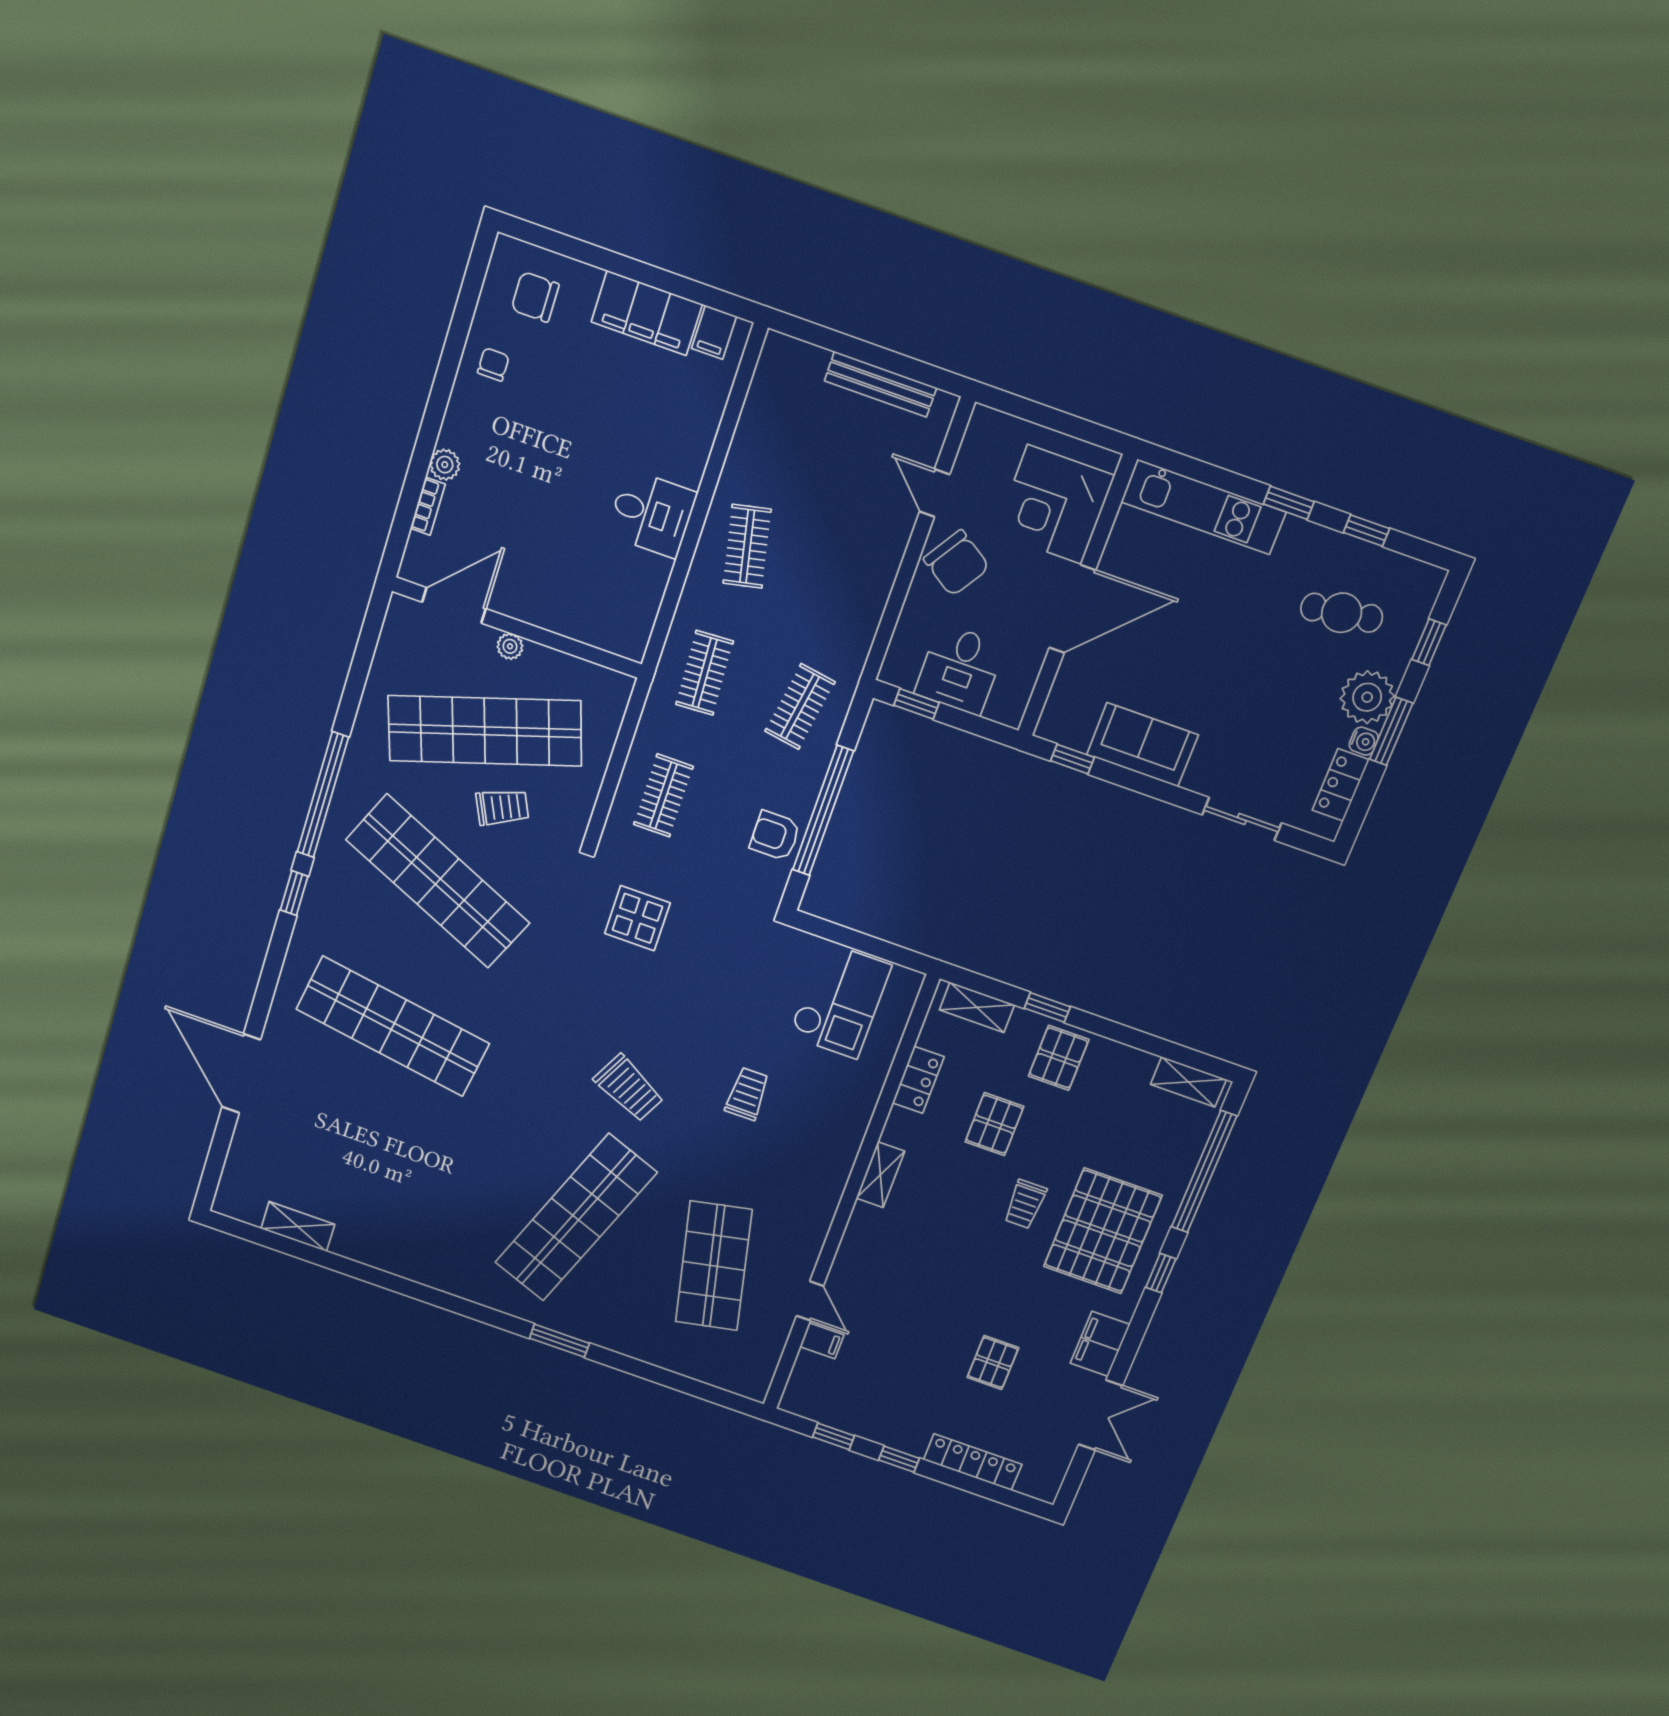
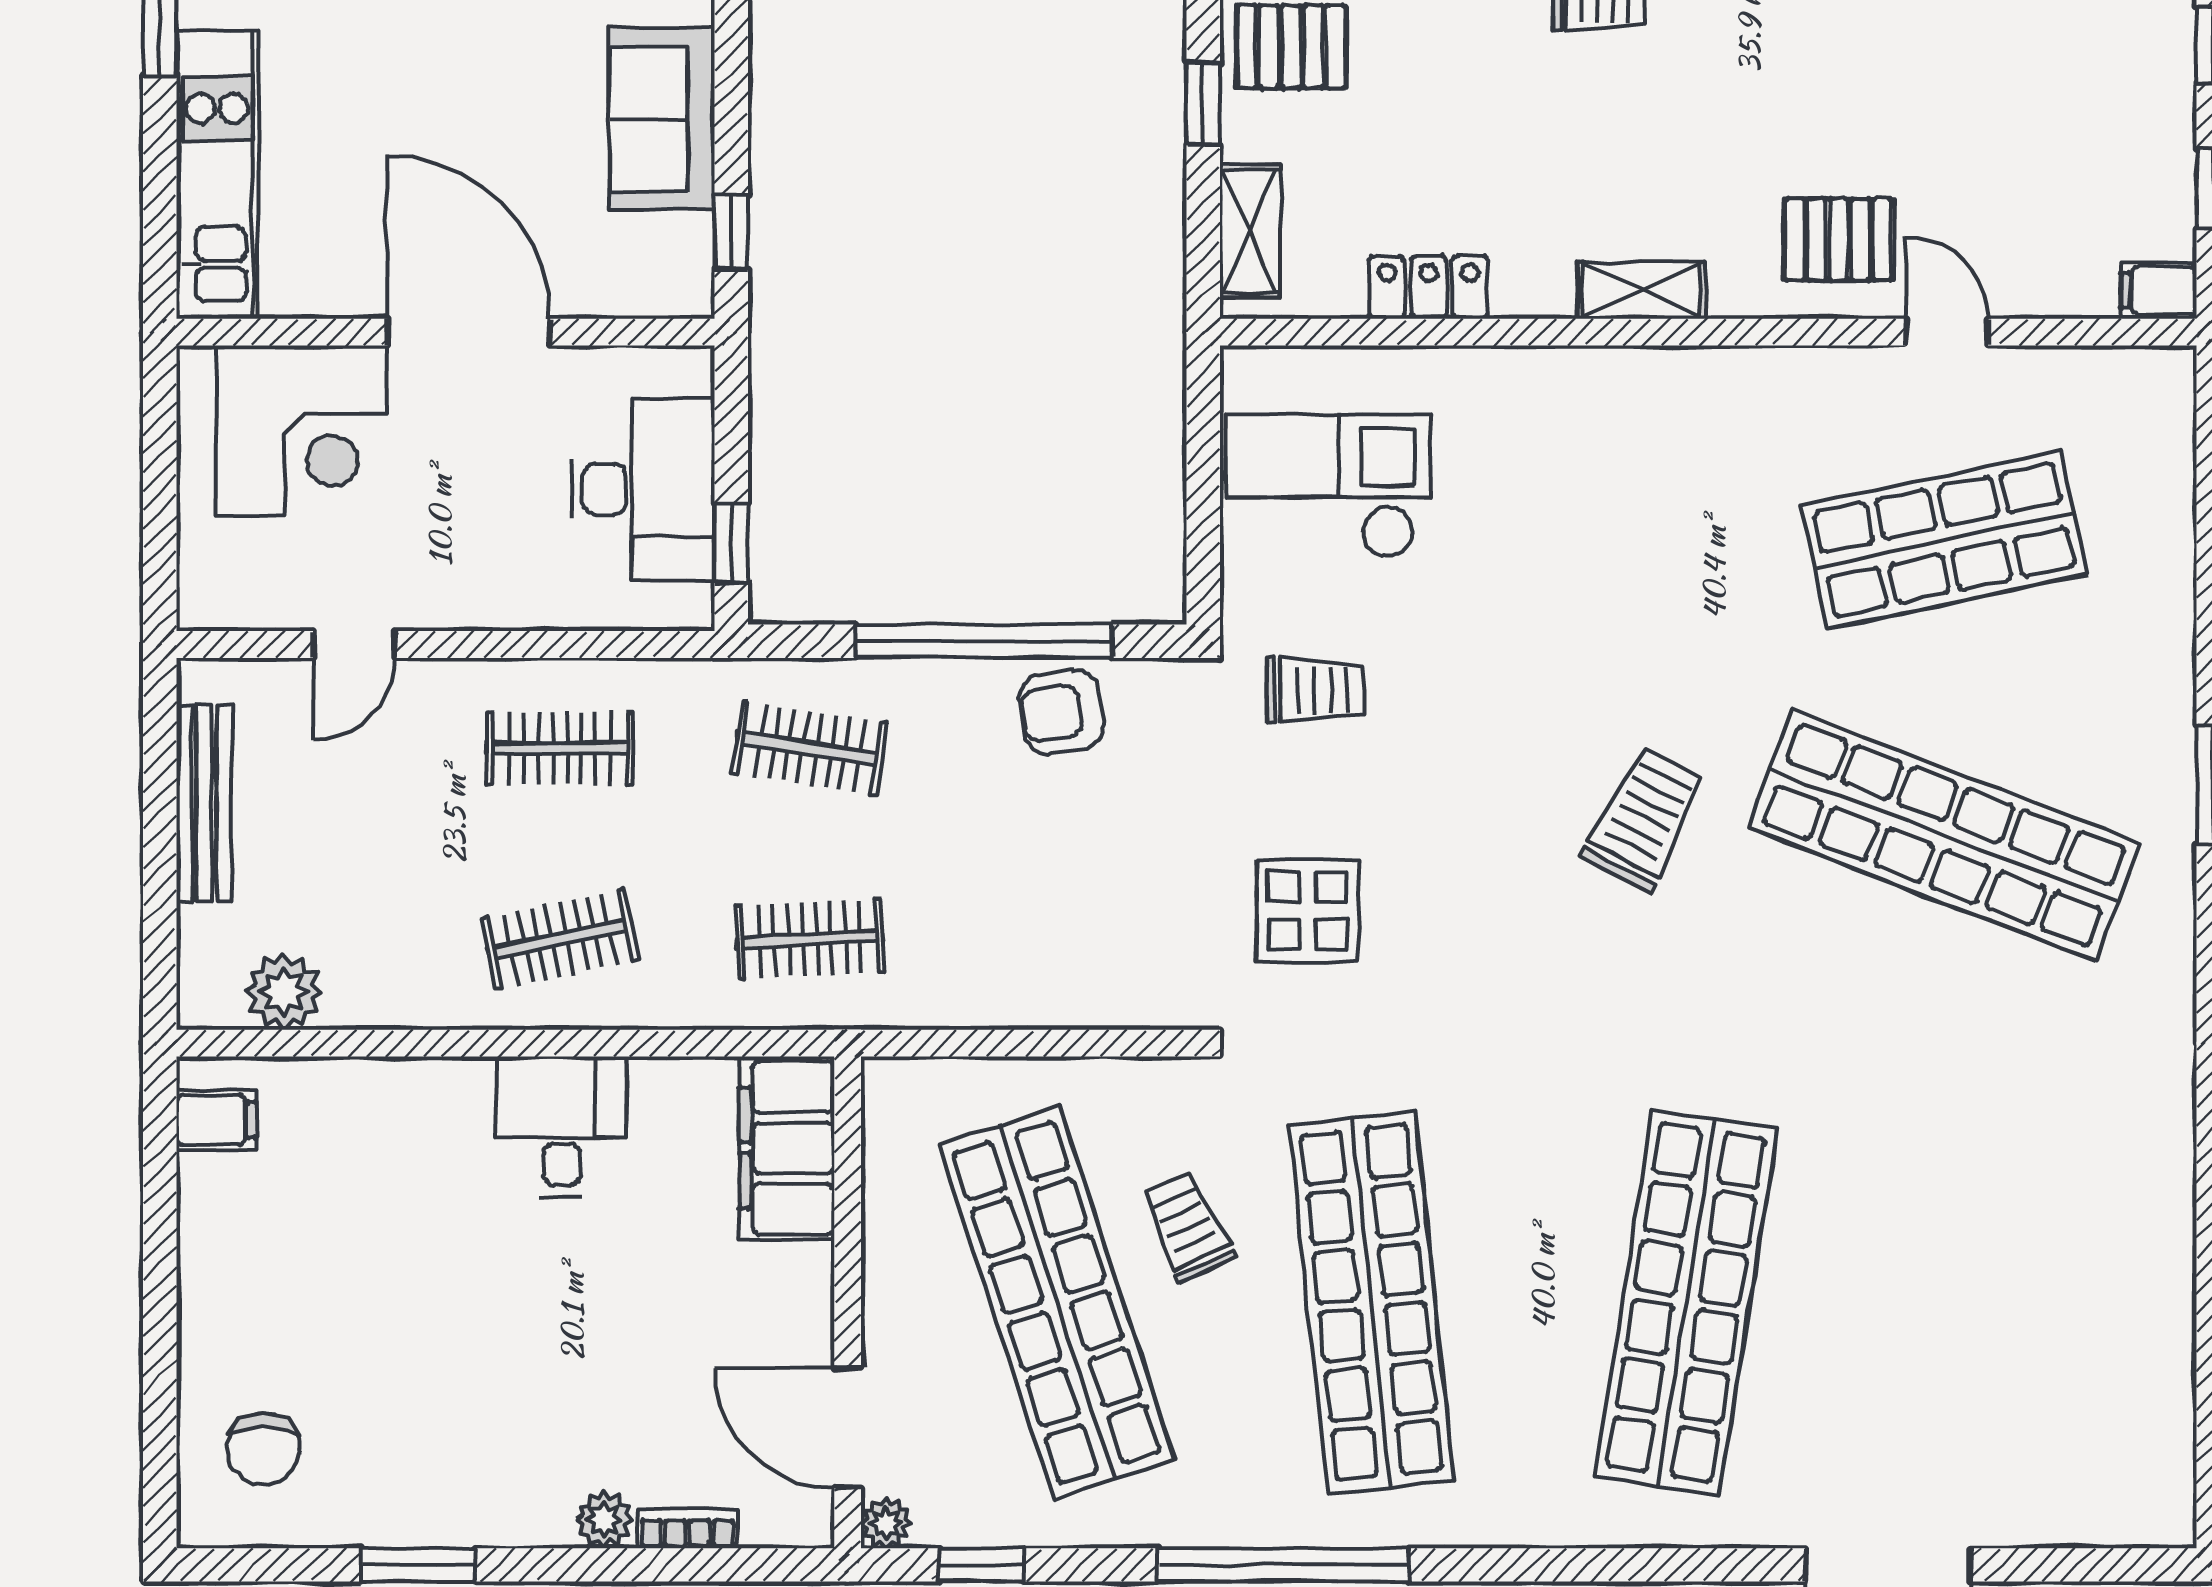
filing cabinet: (647, 313) -> (787, 1148), moved, turned 180
window: (451, 359) -> (418, 1565), added
chair: (493, 364) -> (402, 1487), removed
plant: (769, 392) -> (284, 992), added
chair: (956, 563) -> (460, 563), removed
plant: (510, 646) -> (886, 1523), moved
desk: (960, 669) -> (643, 489), width x1.37
clothes rail: (663, 796) -> (560, 748), moved
armchair: (775, 836) -> (1061, 712), turned 81
shop shelf: (438, 881) -> (1371, 1302), turned -30
window: (294, 893) -> (981, 1565), moved
trolley: (747, 1094) -> (1315, 690), moved, turned 180
pallet: (994, 1124) -> (1839, 240), moved
shelving: (298, 1226) -> (2165, 1366), removed
door: (810, 1301) -> (1947, 332), hinge flipped
filing cabinet: (822, 1341) -> (2159, 290), moved, turned -90

